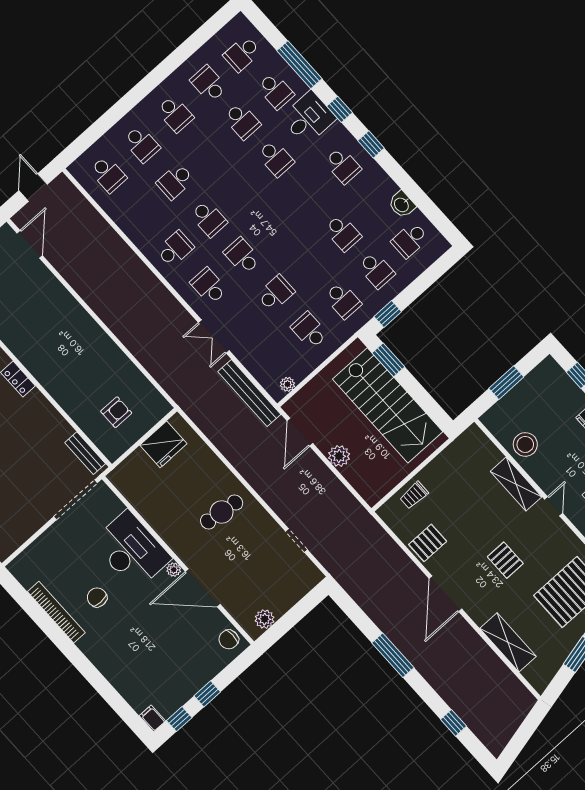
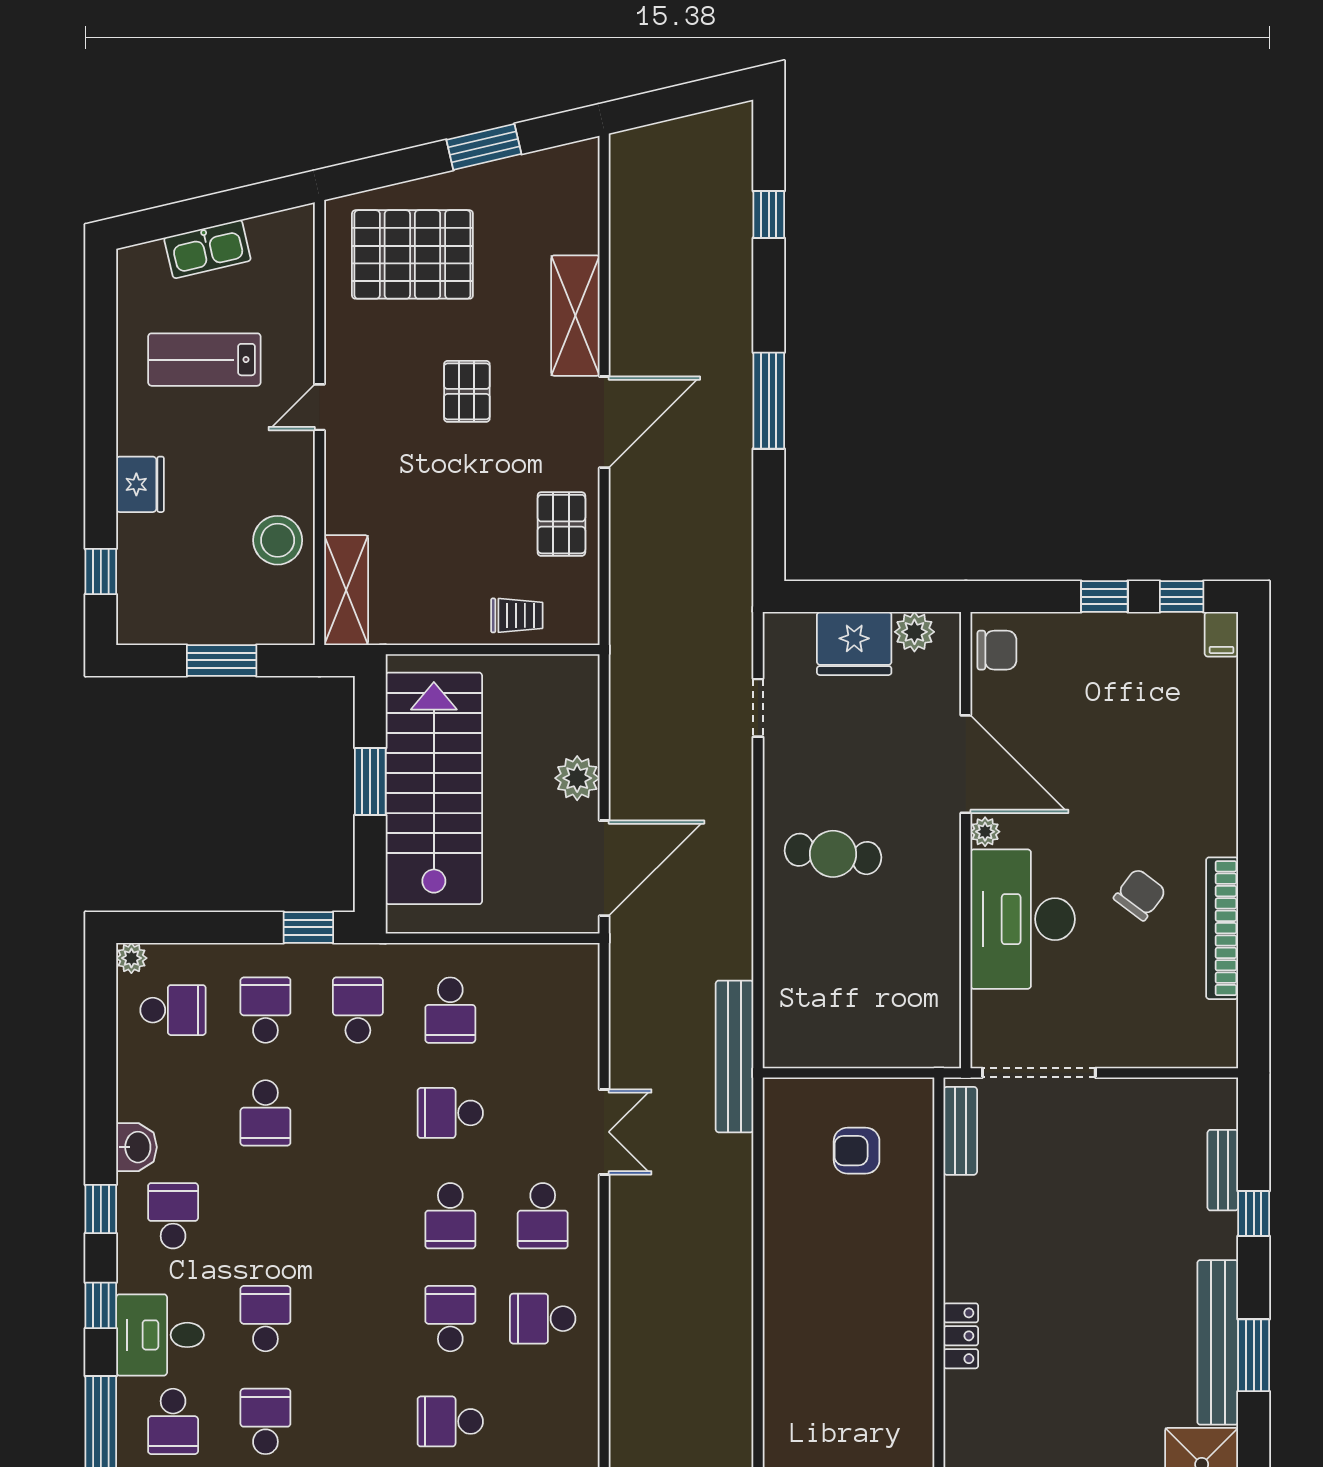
school desk: (276, 91) -> (173, 1421), turned 180
school desk: (175, 181) -> (450, 1421), turned 180
washbasin: (402, 205) -> (137, 1147), moved
school desk: (343, 233) -> (265, 1113), turned 180
window: (388, 360) -> (370, 781), moved
plant: (287, 384) -> (131, 958), moved
bench: (249, 393) -> (735, 1056), moved
door: (300, 432) -> (604, 868), width x1.36
fridge: (163, 444) -> (854, 643), moved, turned 180
shelving: (516, 484) -> (346, 590), moved
pallet: (428, 543) -> (561, 524), turned 90
chair: (97, 597) -> (1140, 894), turned -143
shelving: (508, 642) -> (575, 316), moved

